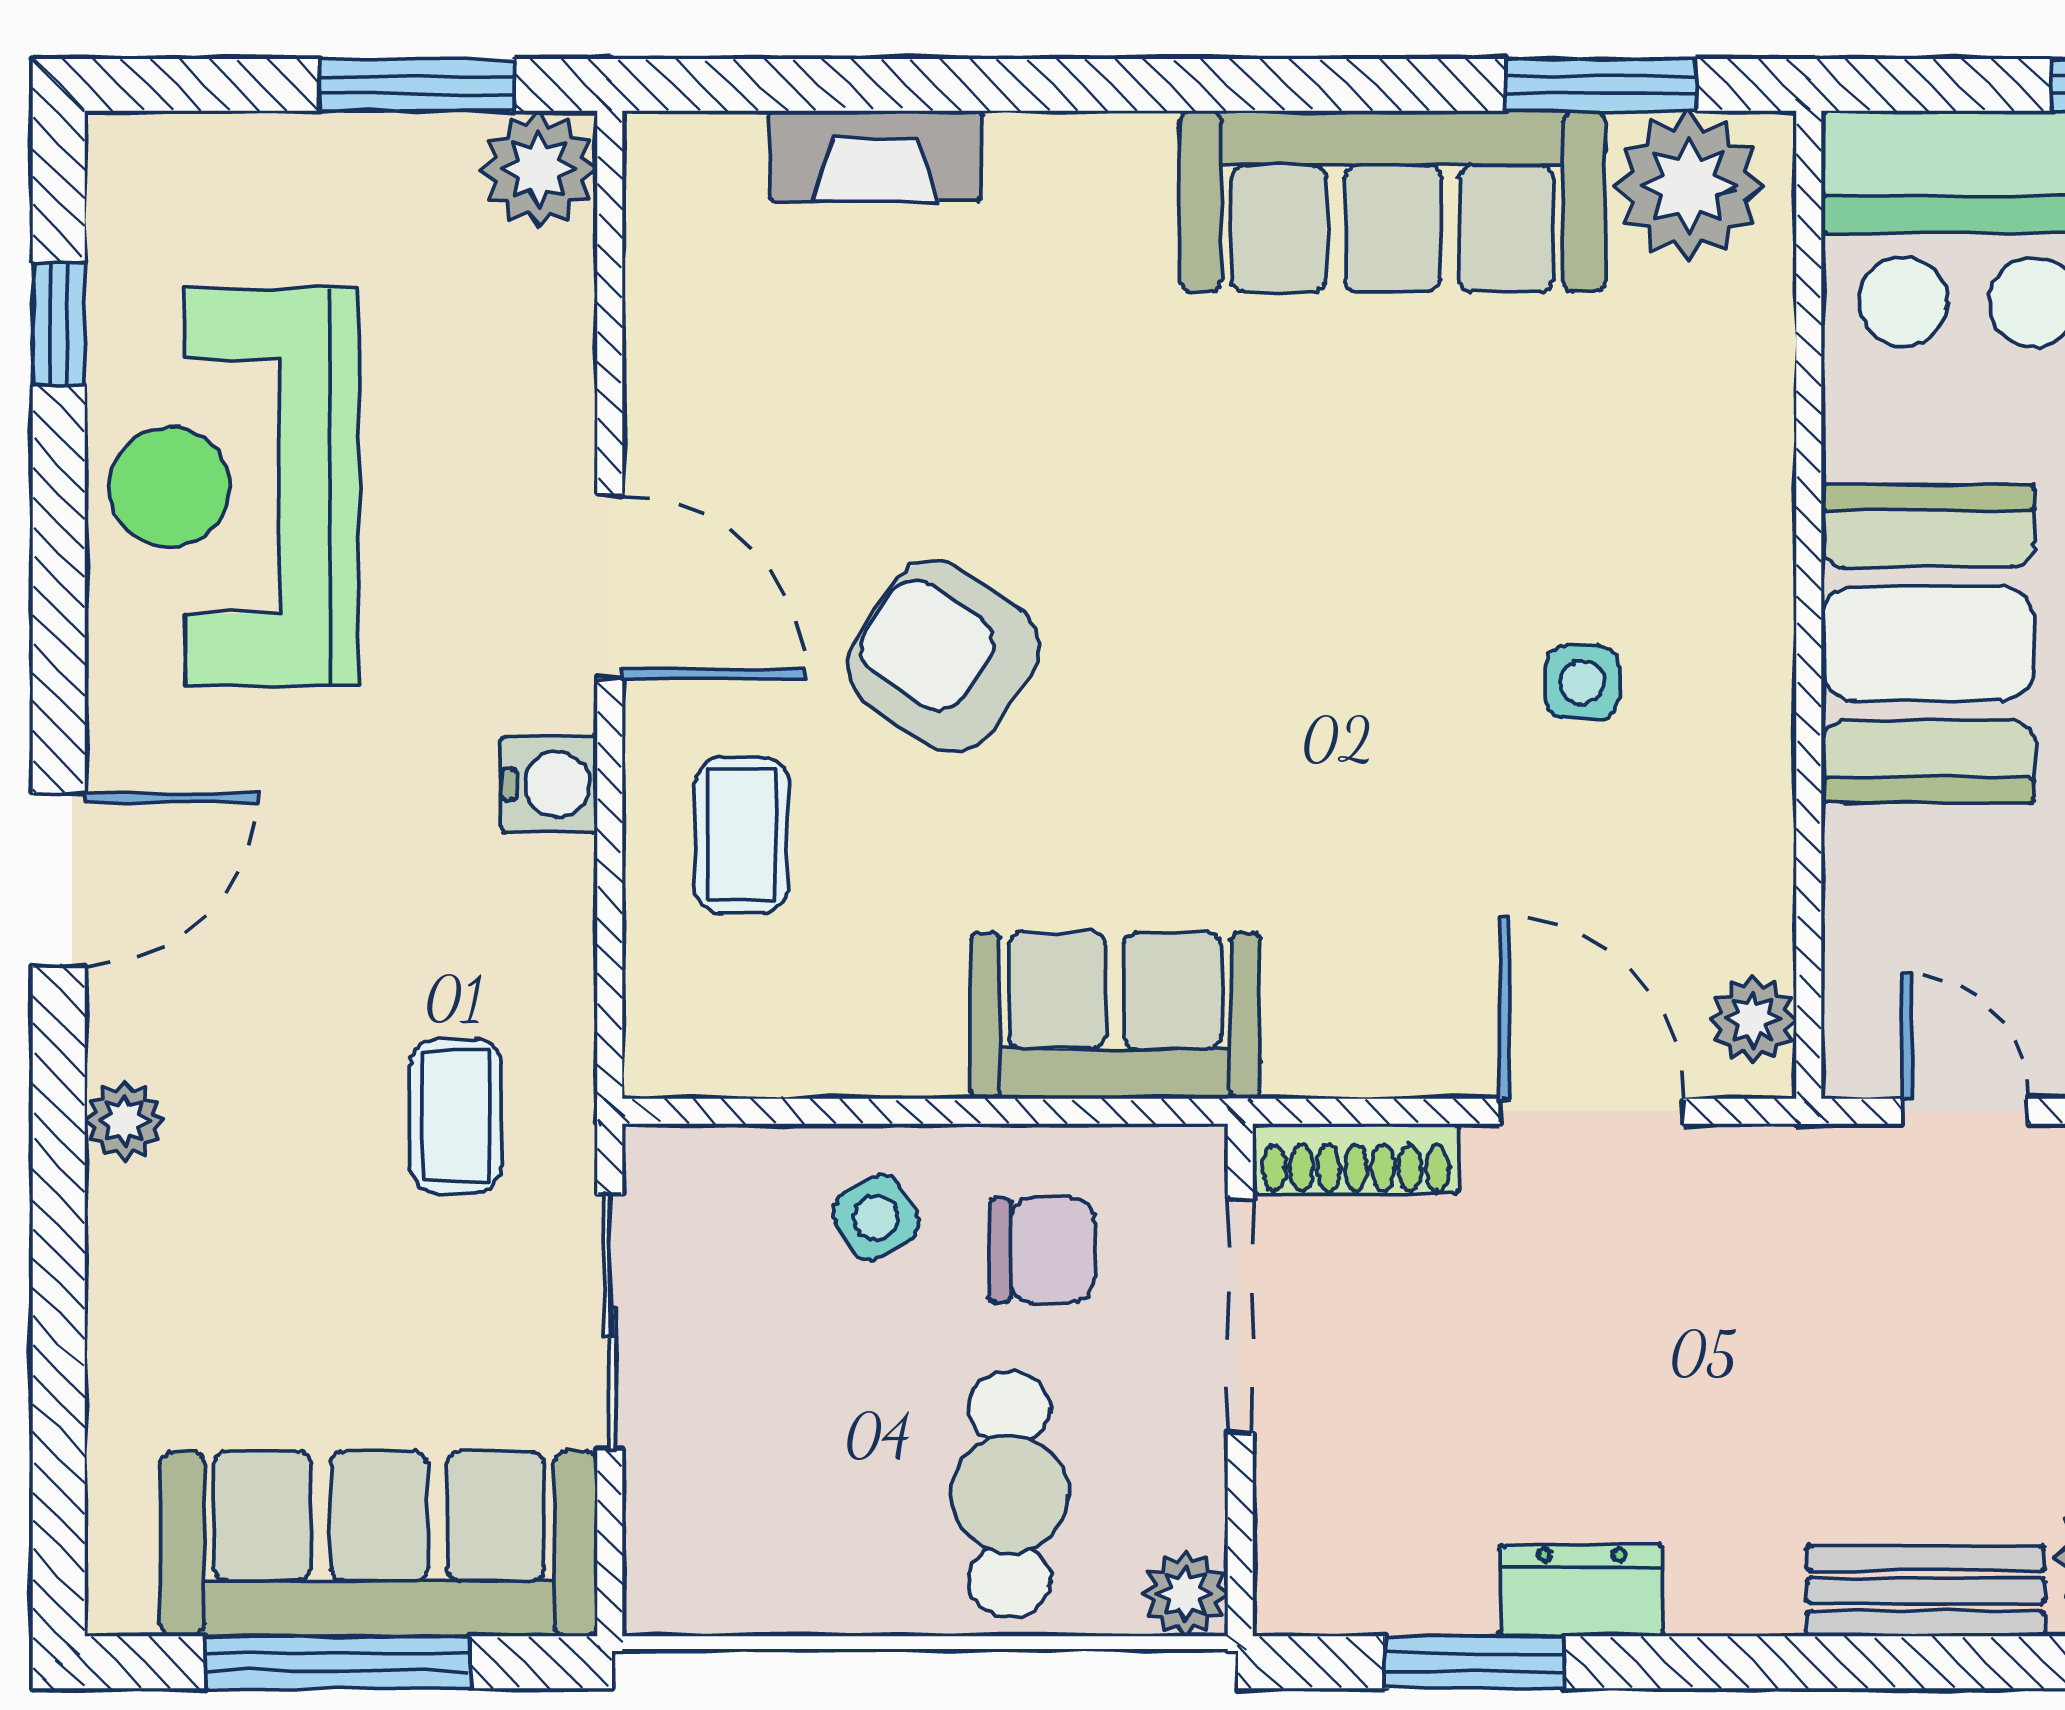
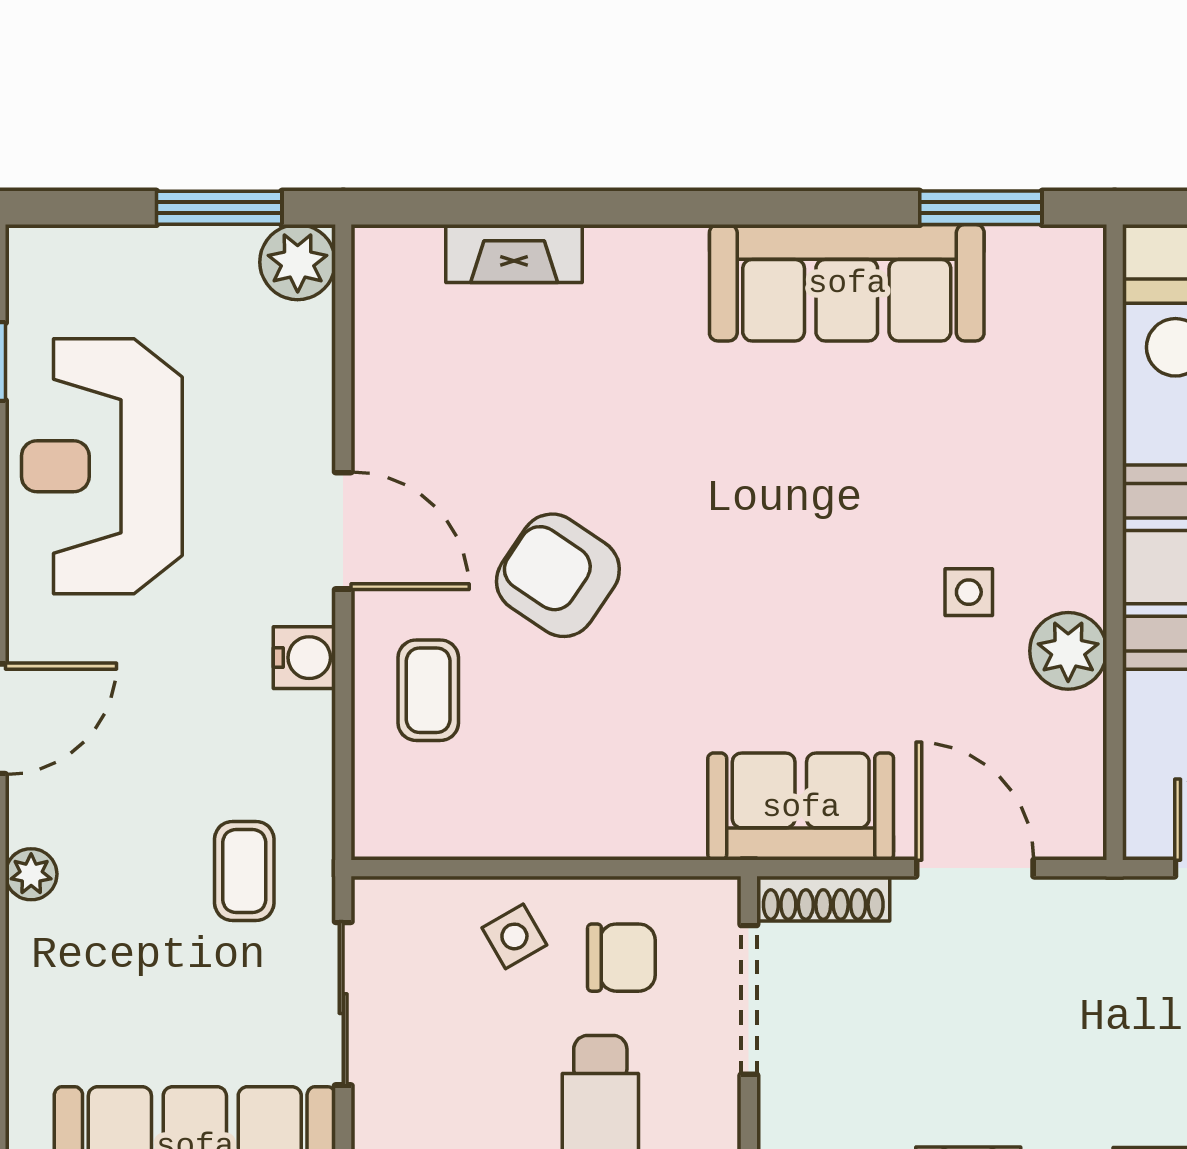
plant: (1689, 186) -> (1037, 273), removed
sofa: (1115, 1016) -> (801, 807), moved
plant: (1753, 1020) -> (1068, 651), moved, width x1.38, depth x1.38

